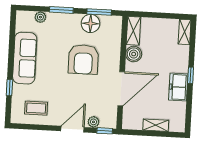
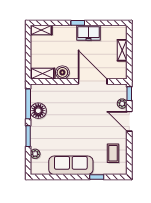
window: (99, 12) -> (28, 104), width x1.44
armchair: (83, 59) -> (69, 115), removed

